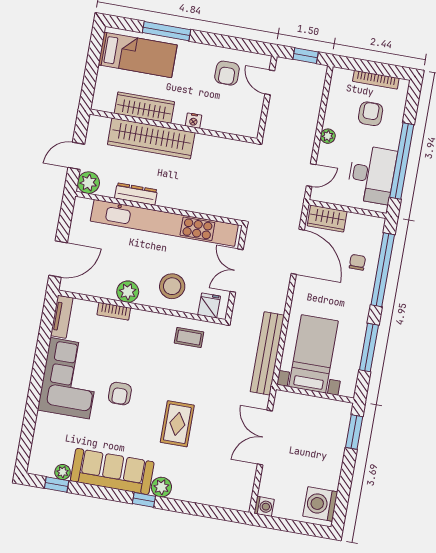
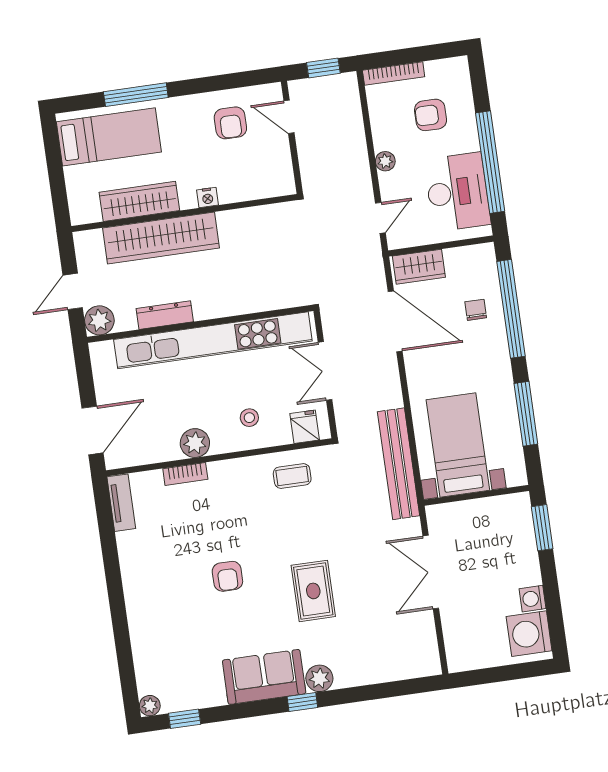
bookcase: (376, 80) -> (394, 74), moved
armchair: (371, 114) -> (431, 115), turned -90
stool: (172, 286) -> (249, 418), width x0.53, depth x0.53
corner sofa: (70, 378) -> (157, 578), removed
sofa: (112, 471) -> (264, 677), width x0.73
plant: (63, 472) -> (150, 706), moved
washing machine: (264, 506) -> (533, 599), moved, turned 180

